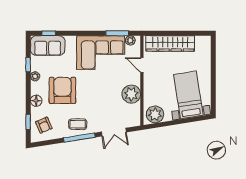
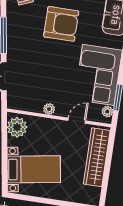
plant: (131, 94) -> (49, 109), width x0.53, depth x0.53
coffee table: (78, 124) -> (19, 36), removed

